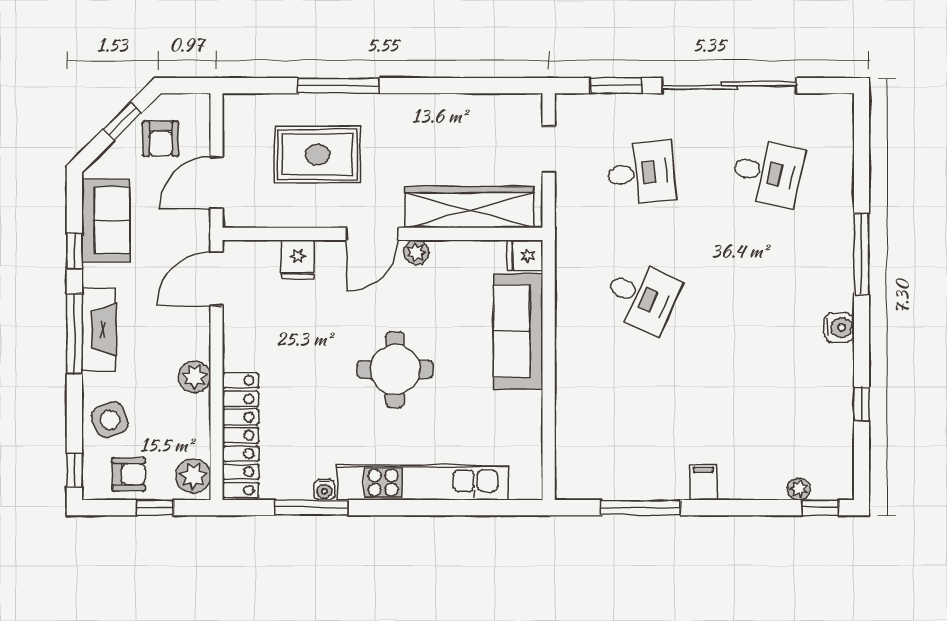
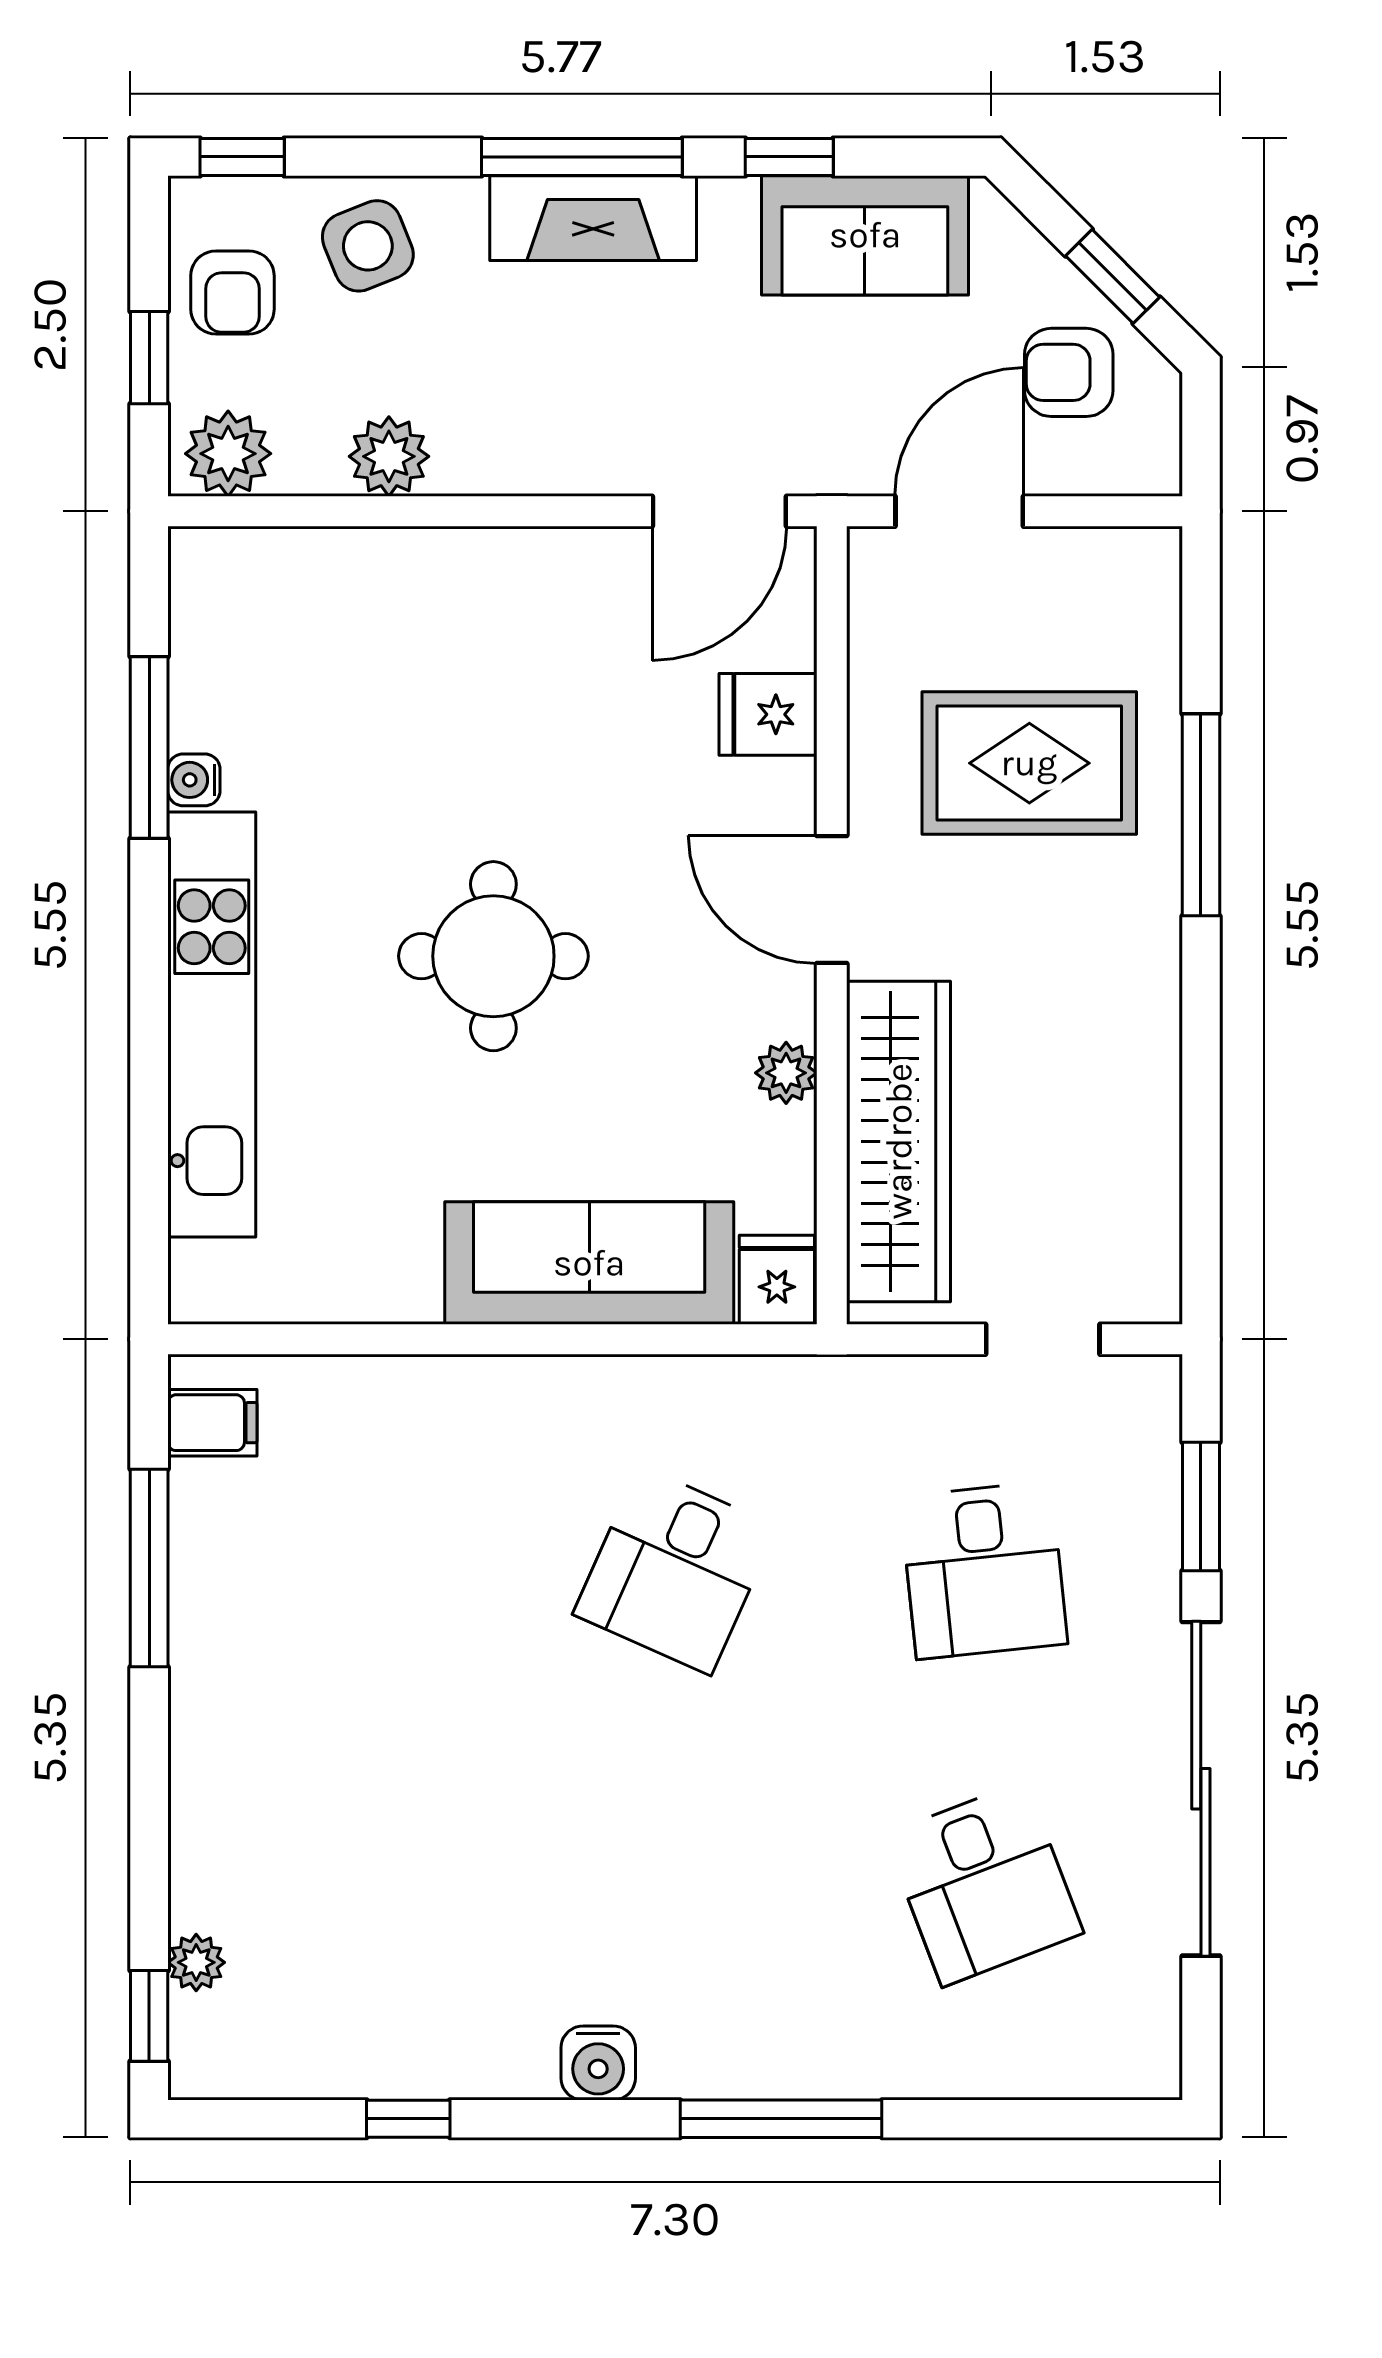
rug: (318, 155) -> (1029, 763), turned 90
desk: (767, 173) -> (984, 1884), turned -33
door: (217, 183) -> (959, 511), hinge flipped
plant: (416, 252) -> (786, 1073), moved
door: (217, 279) -> (719, 511), swing flipped
plant: (195, 377) -> (389, 456), moved
locker: (241, 435) -> (329, 571), removed
filing cabinet: (703, 482) -> (212, 1423), moved

